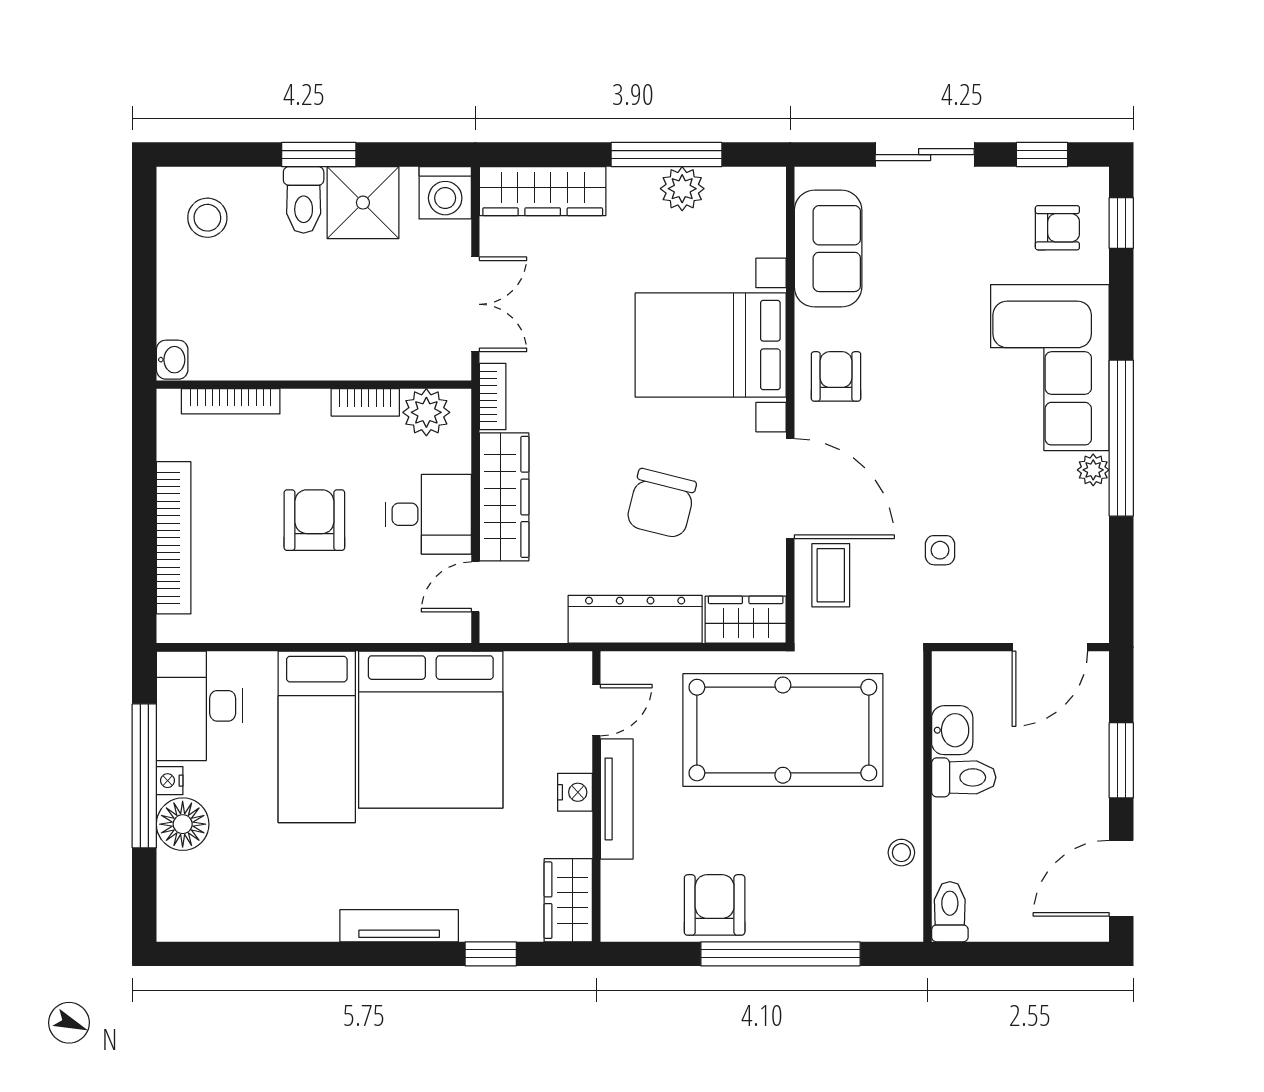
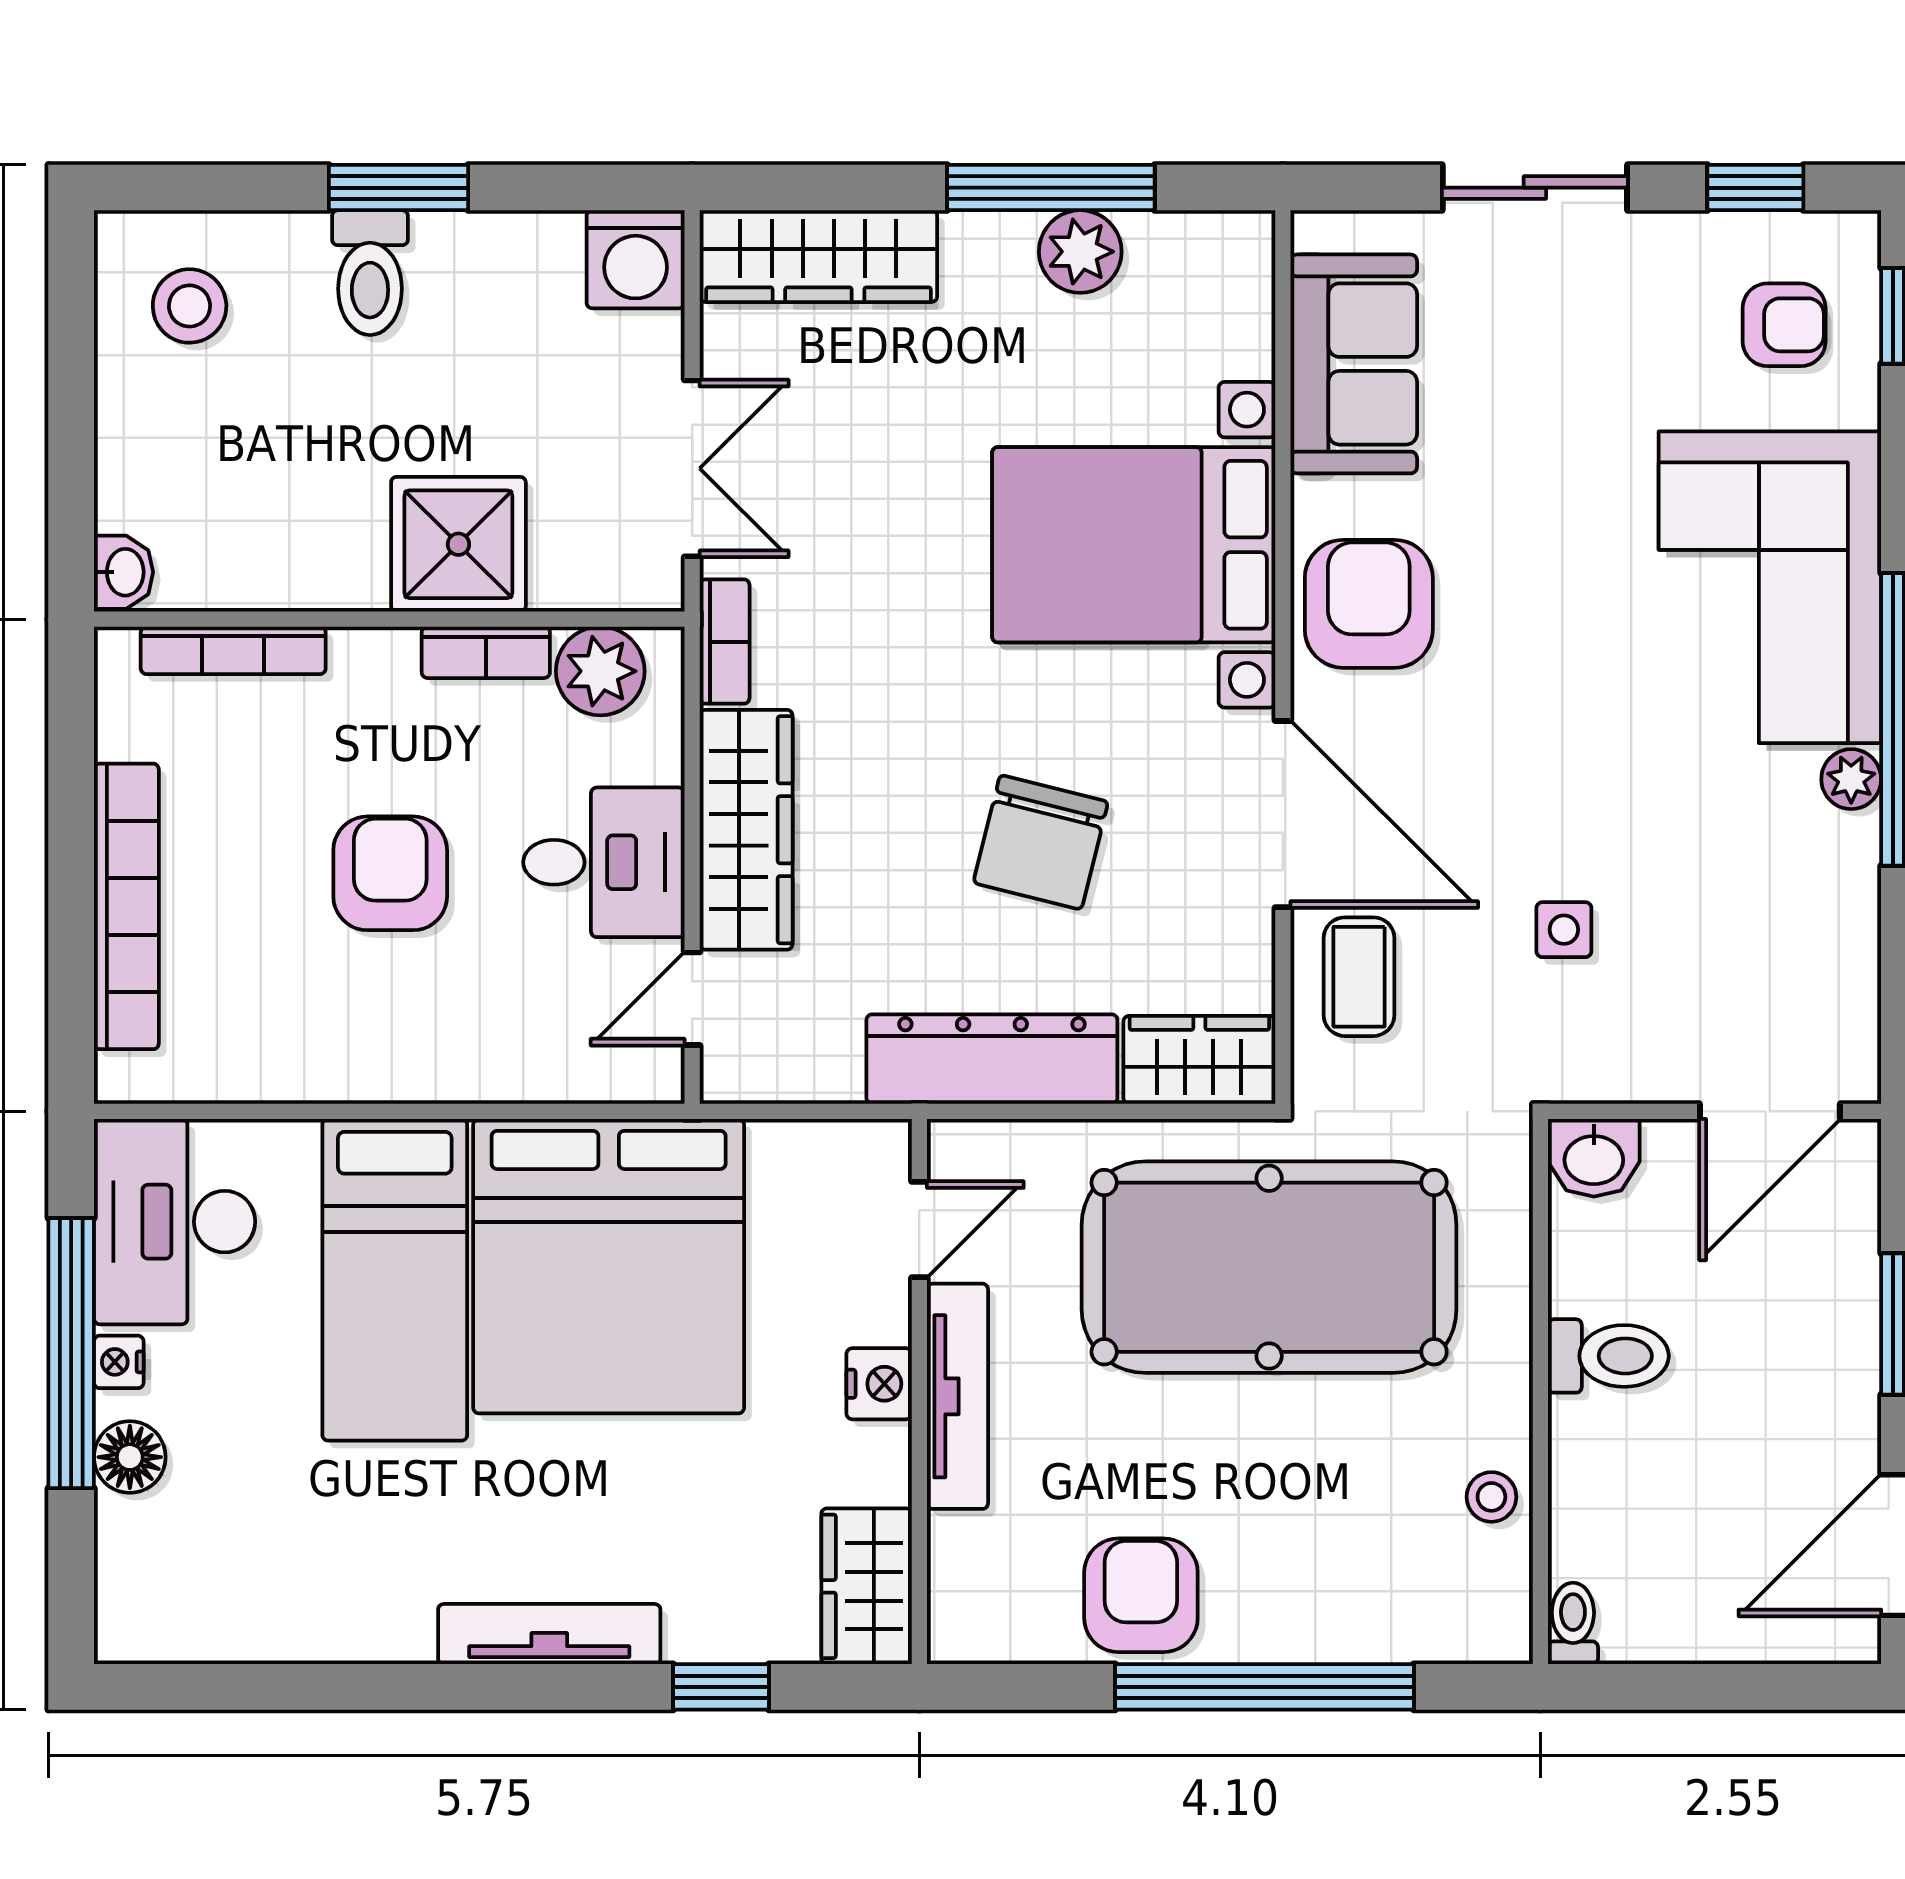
shower: (363, 203) -> (458, 544), moved
armchair: (836, 376) -> (1369, 604), width x1.38, depth x1.38
washbasin: (952, 730) -> (1594, 1158), moved, turned 90
floor lamp: (183, 824) -> (130, 1457), width x0.73, depth x0.73
toilet: (950, 912) -> (1573, 1623), width x0.73, depth x0.72

